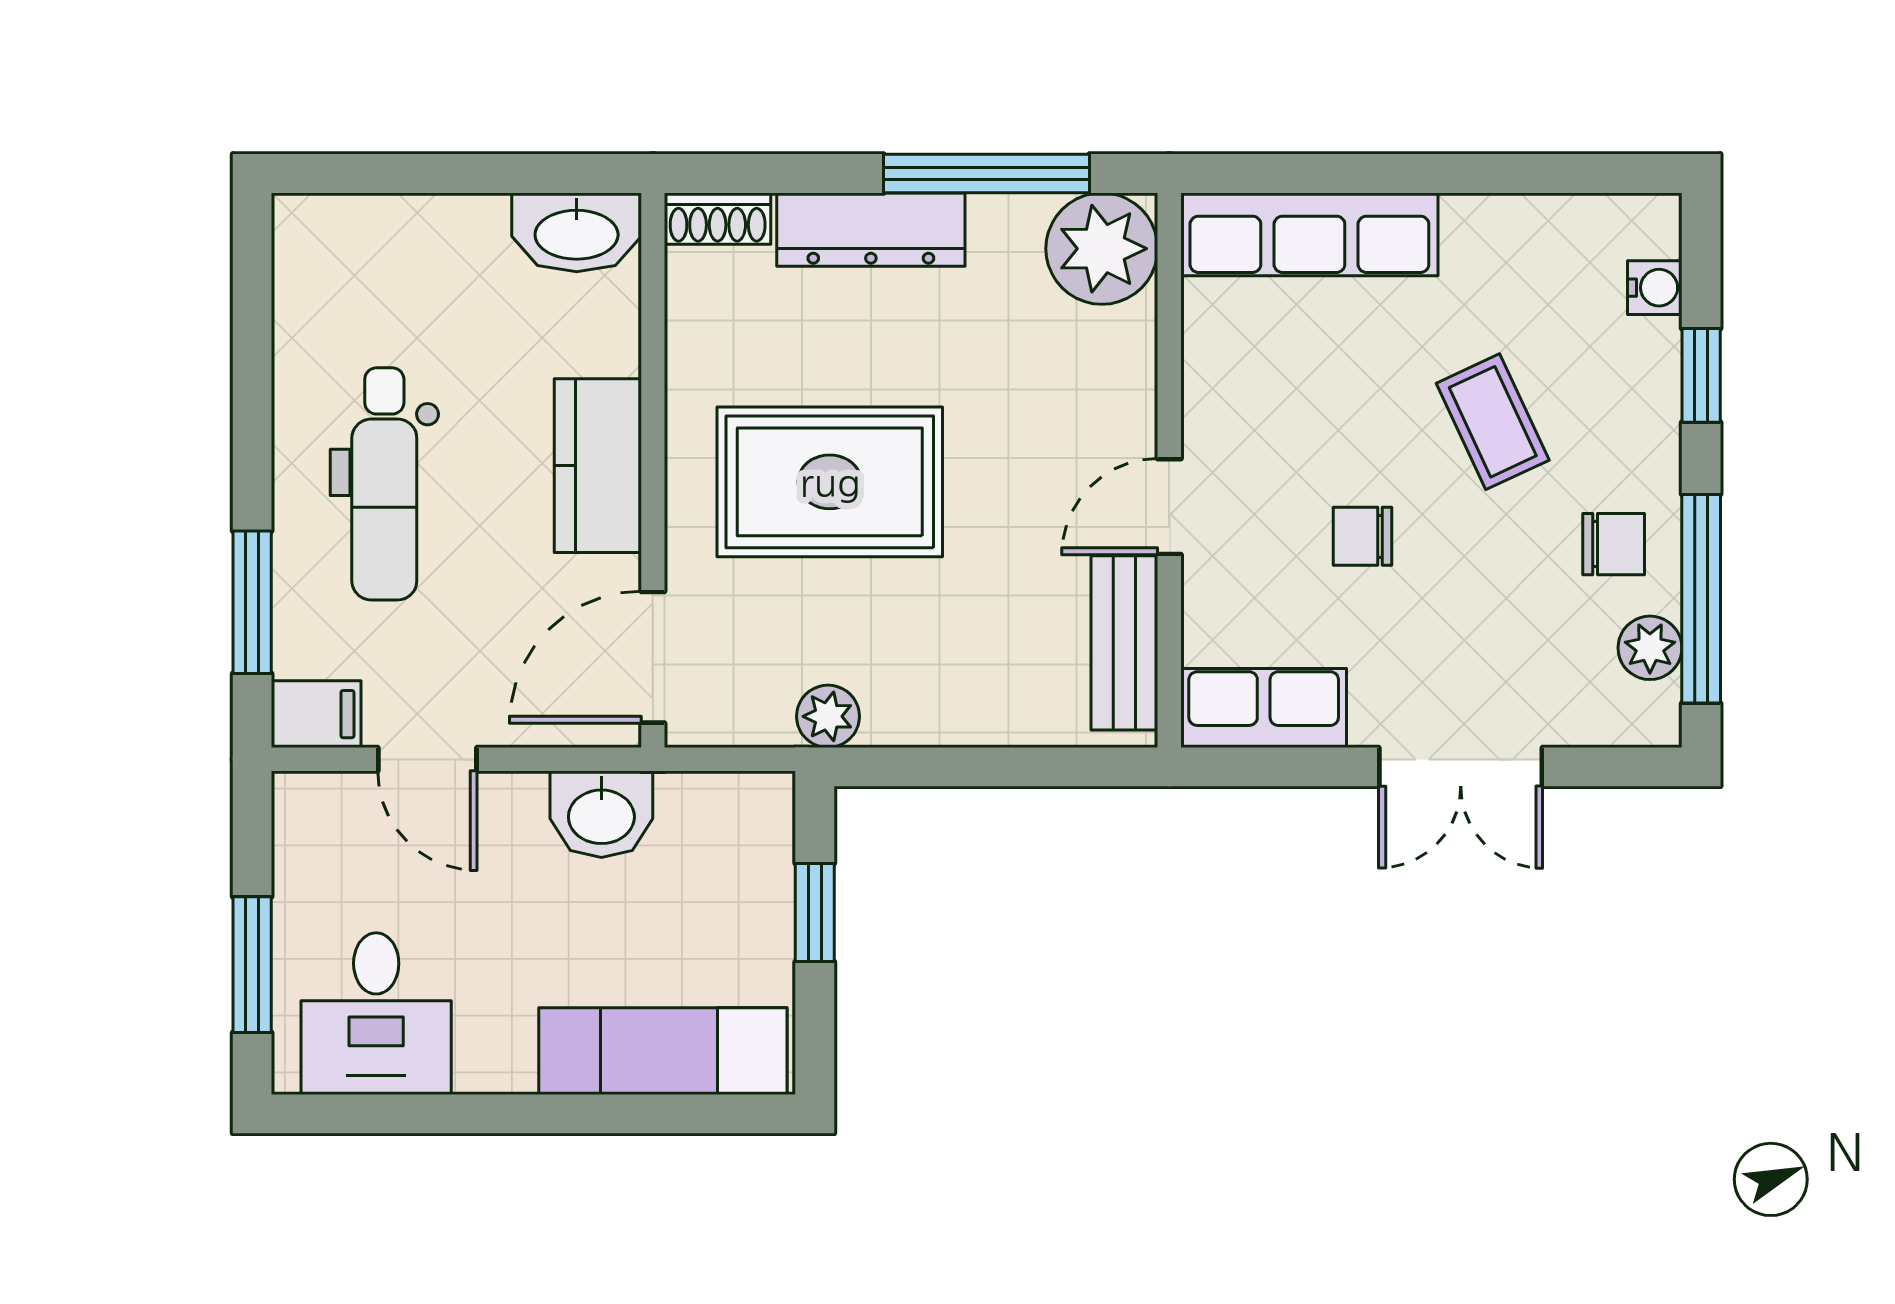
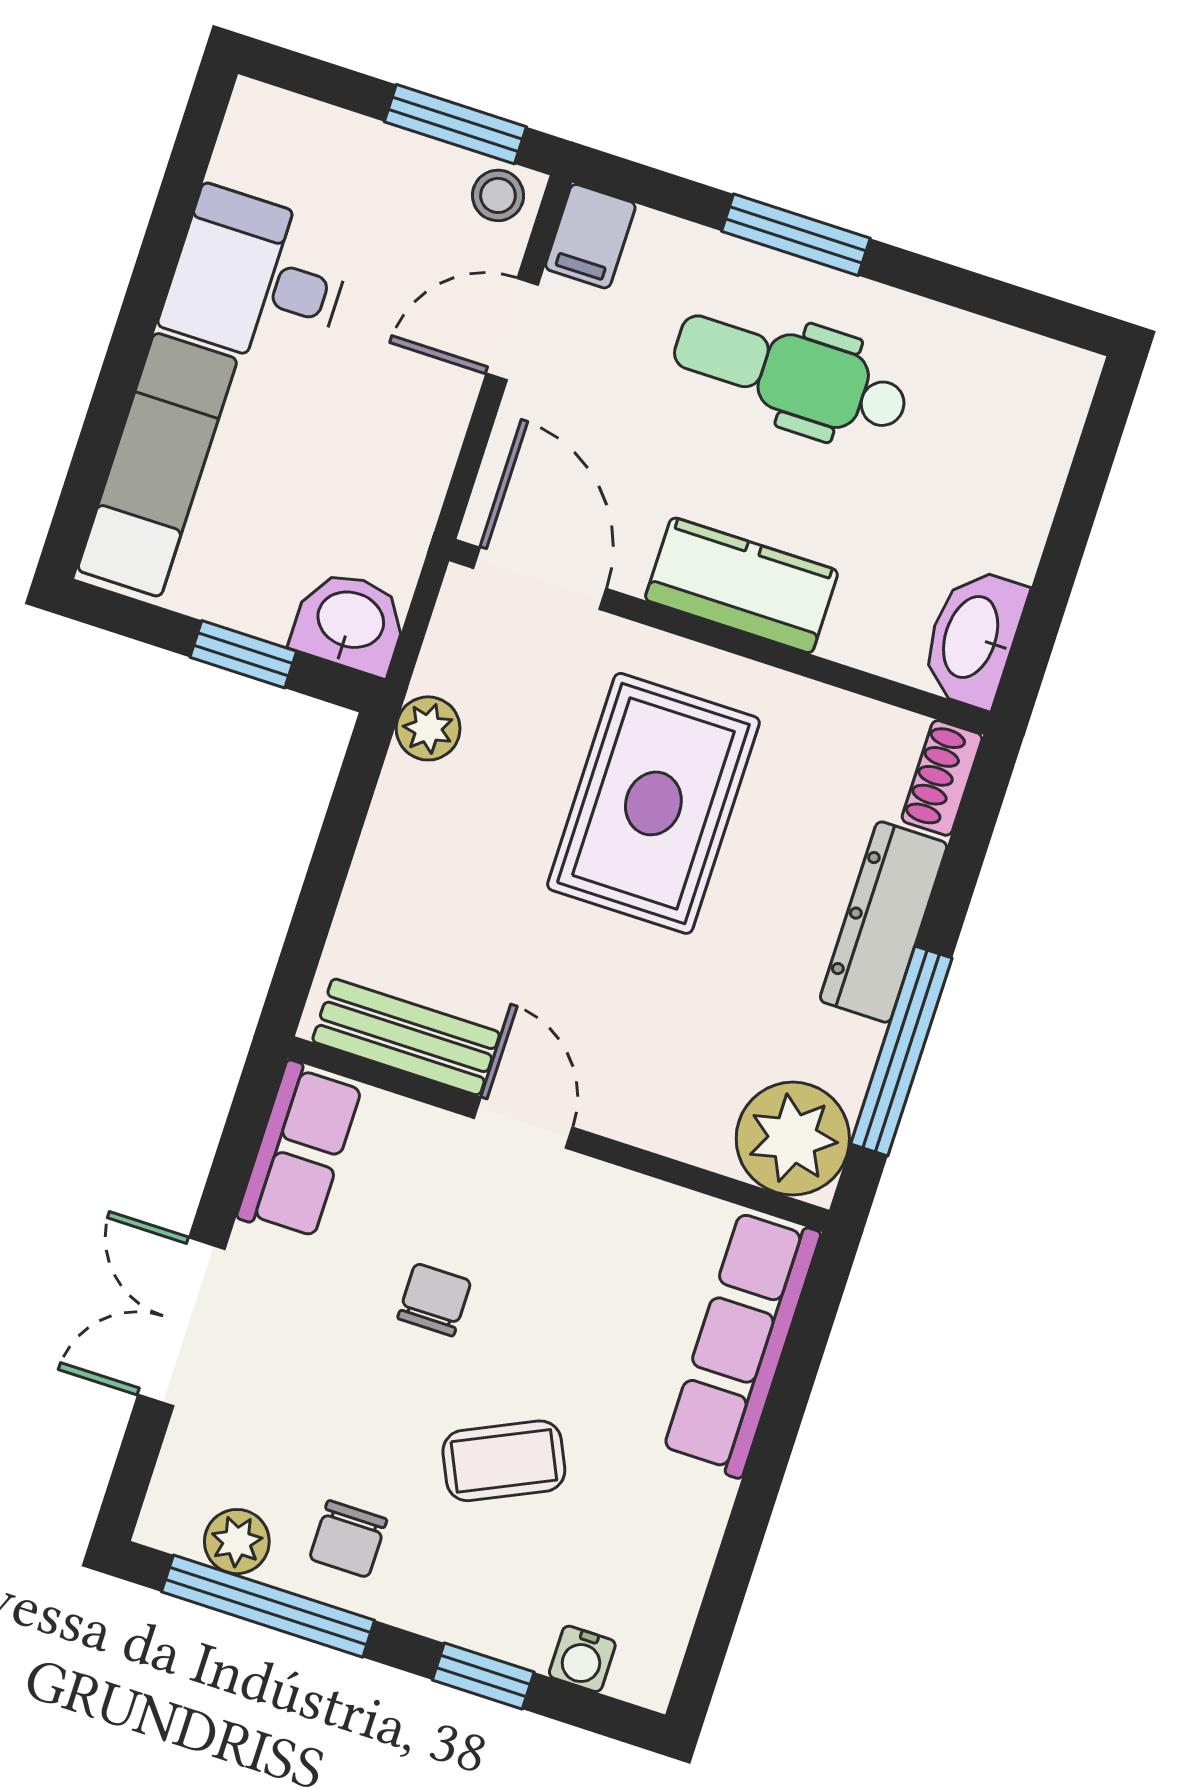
window: (252, 602) -> (796, 235), moved
stool: (306, 813) -> (498, 195), added
washbasin: (601, 814) -> (350, 622), moved, turned 90
window: (252, 965) -> (455, 124), moved
desk: (376, 1014) -> (258, 279), moved

